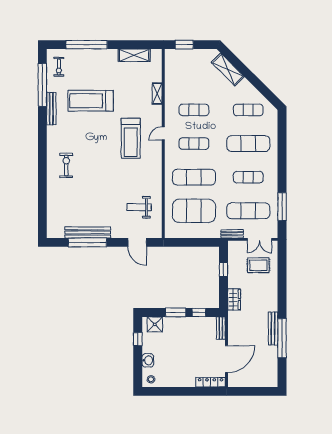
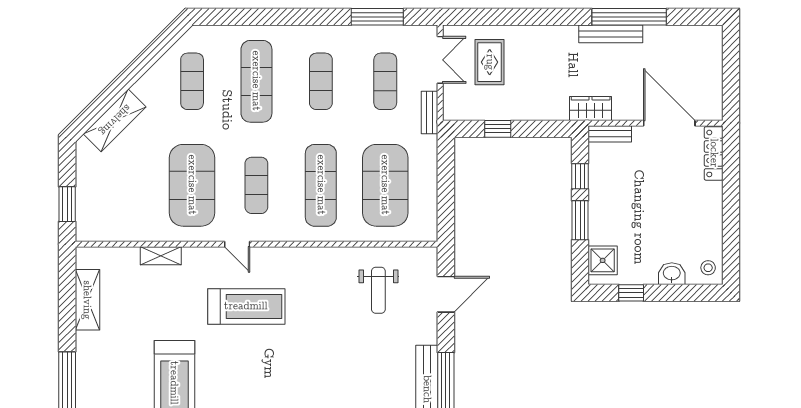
exercise mat: (194, 110) -> (192, 185), width x2.00, depth x1.45
exercise mat: (248, 211) -> (385, 81), width x0.73, depth x0.69
wardrobe: (234, 300) -> (591, 108), moved

